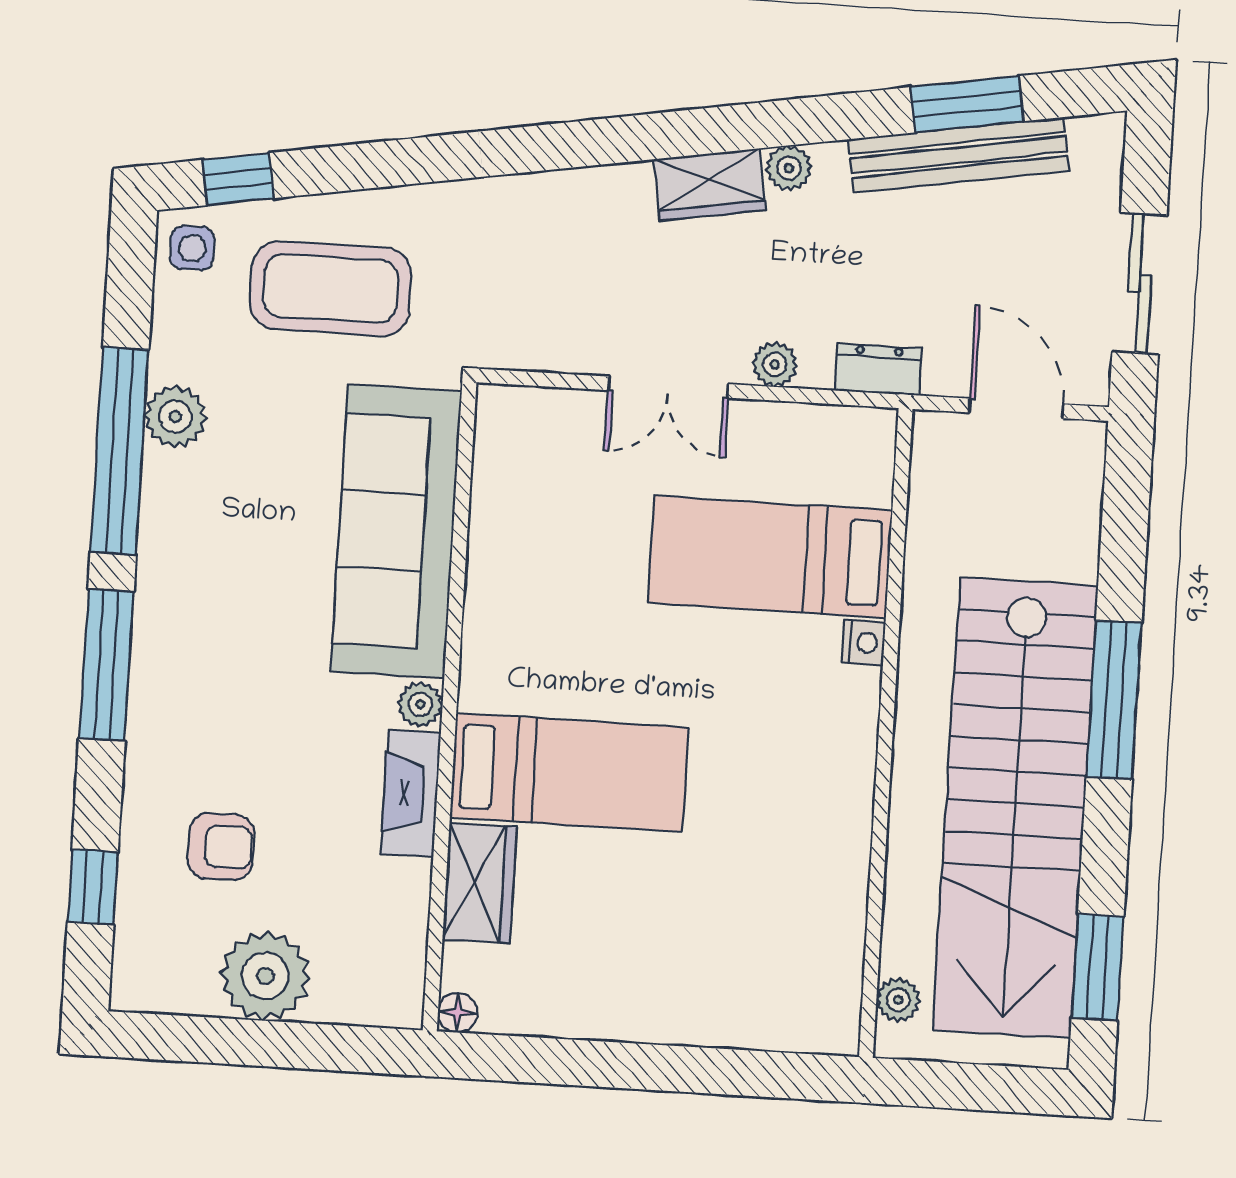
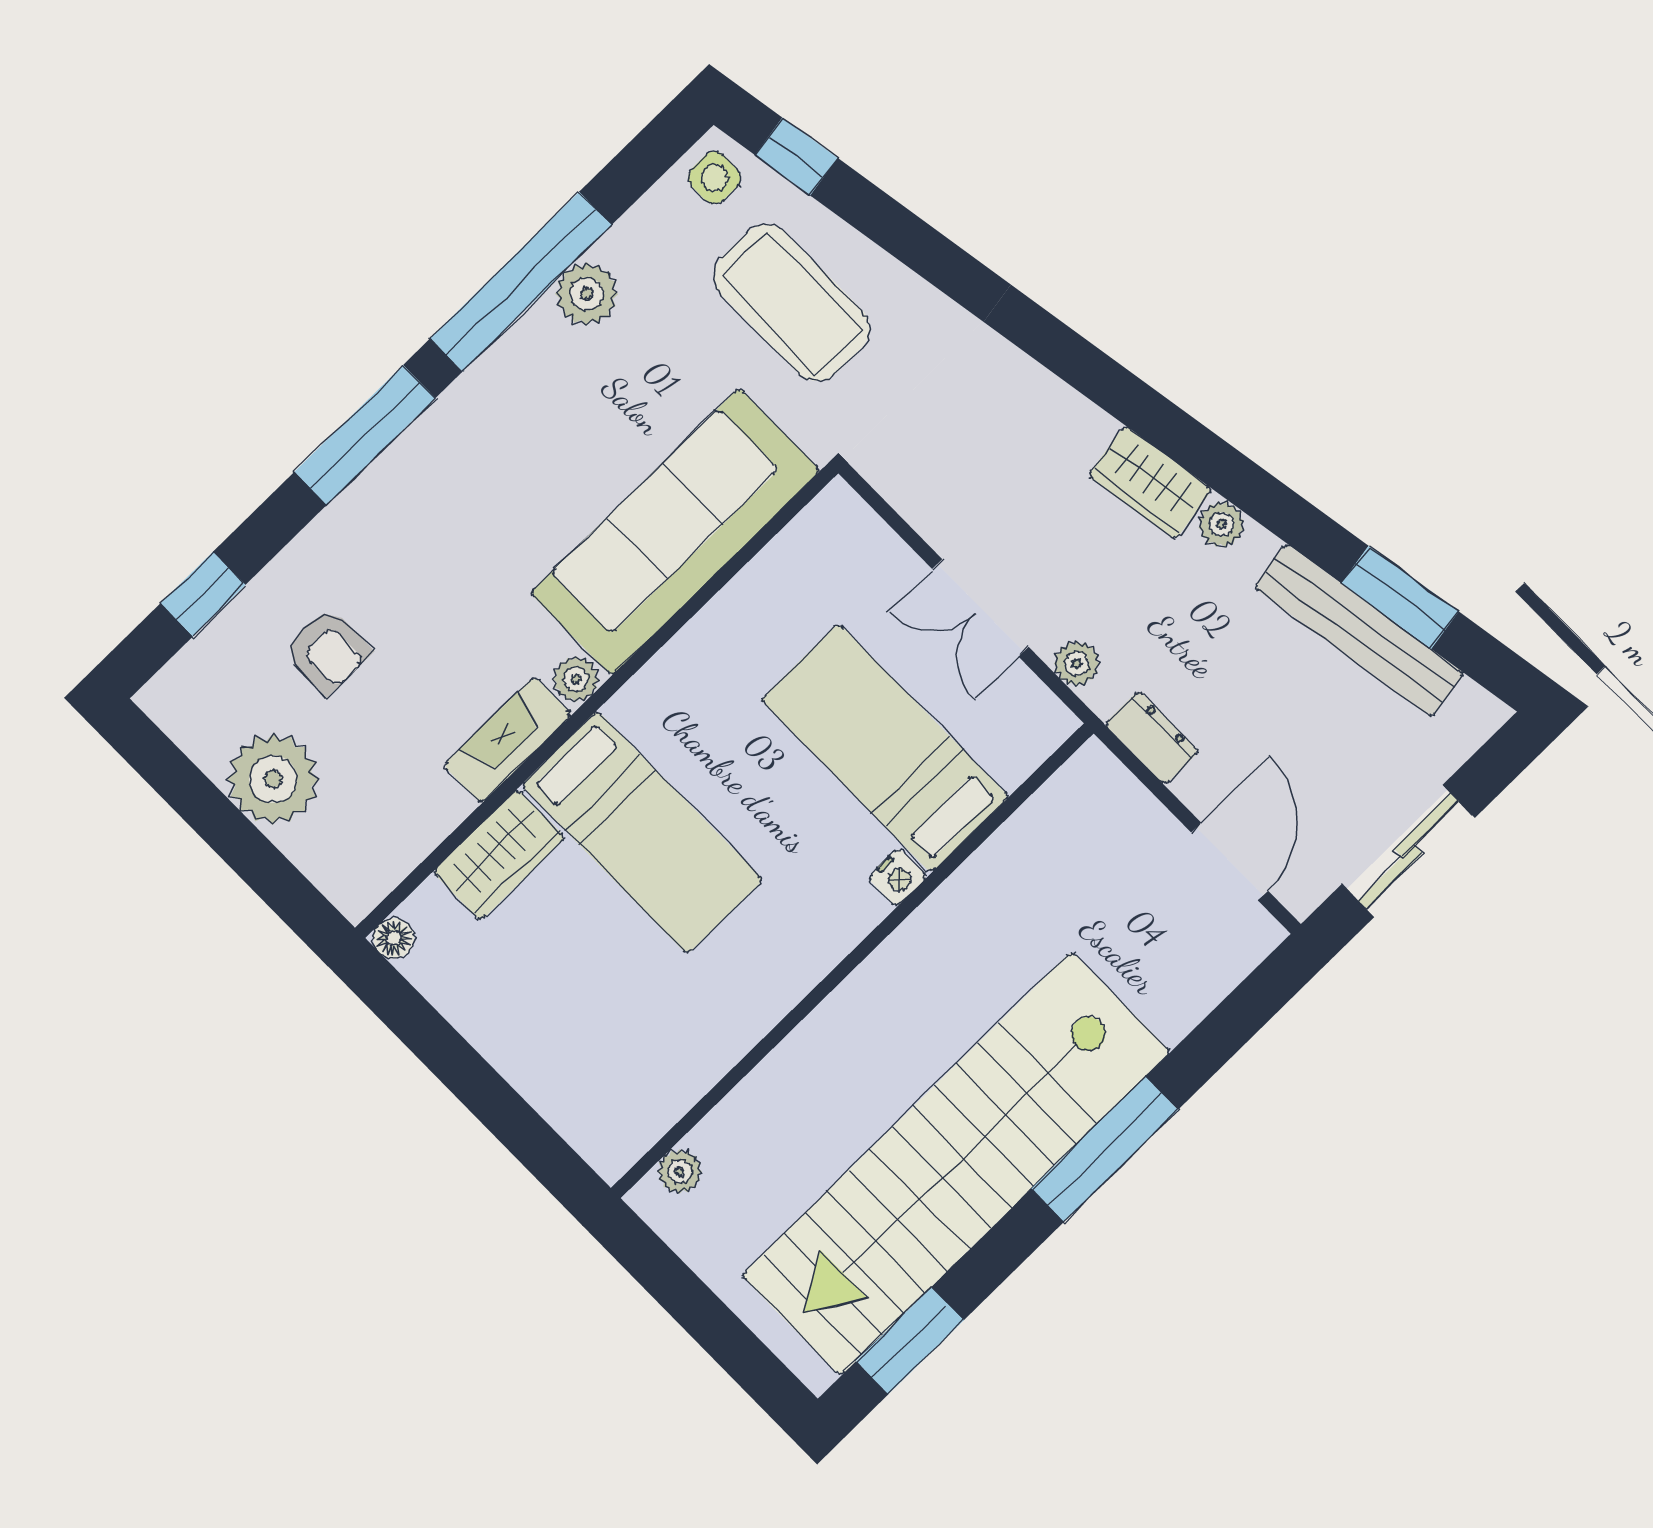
bed: (770, 557) -> (885, 748), moved
nightstand: (864, 643) -> (898, 877), moved
wall: (886, 733) -> (852, 961), moved
plant: (898, 1000) -> (680, 1172), moved

